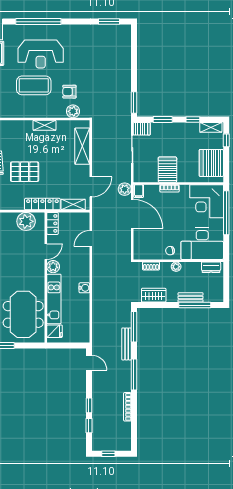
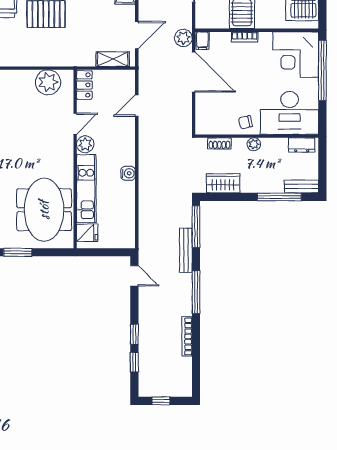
locker: (42, 204) -> (71, 58), removed
bench: (191, 297) -> (301, 186), moved

